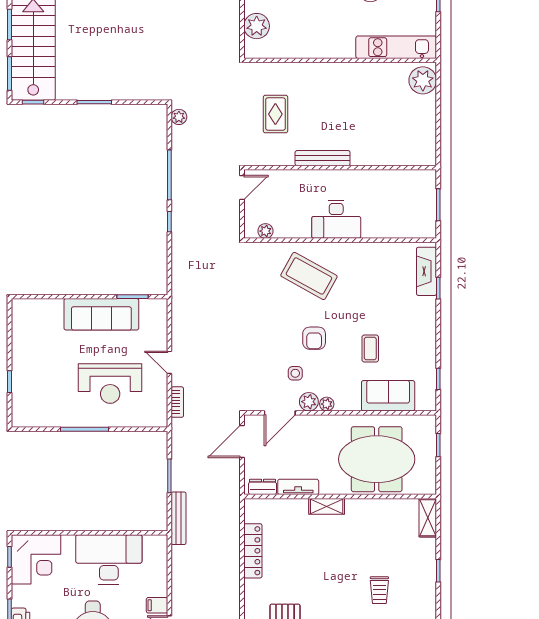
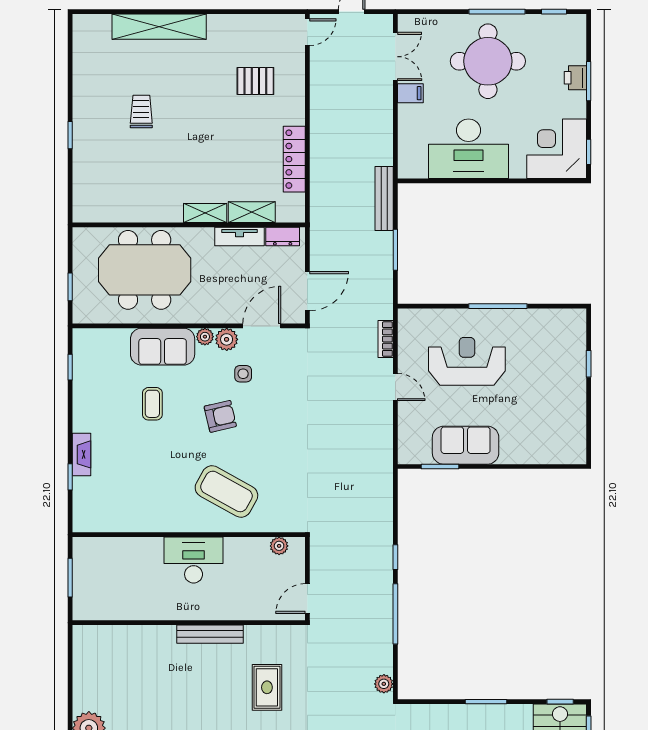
fireplace: (426, 271) -> (81, 454), moved, width x0.73, depth x0.76
sofa: (101, 314) -> (466, 445), width x0.73
armchair: (314, 338) -> (220, 416), turned 77
sofa: (388, 396) -> (163, 347), moved
shelving: (428, 518) -> (252, 212), moved, turned 90

